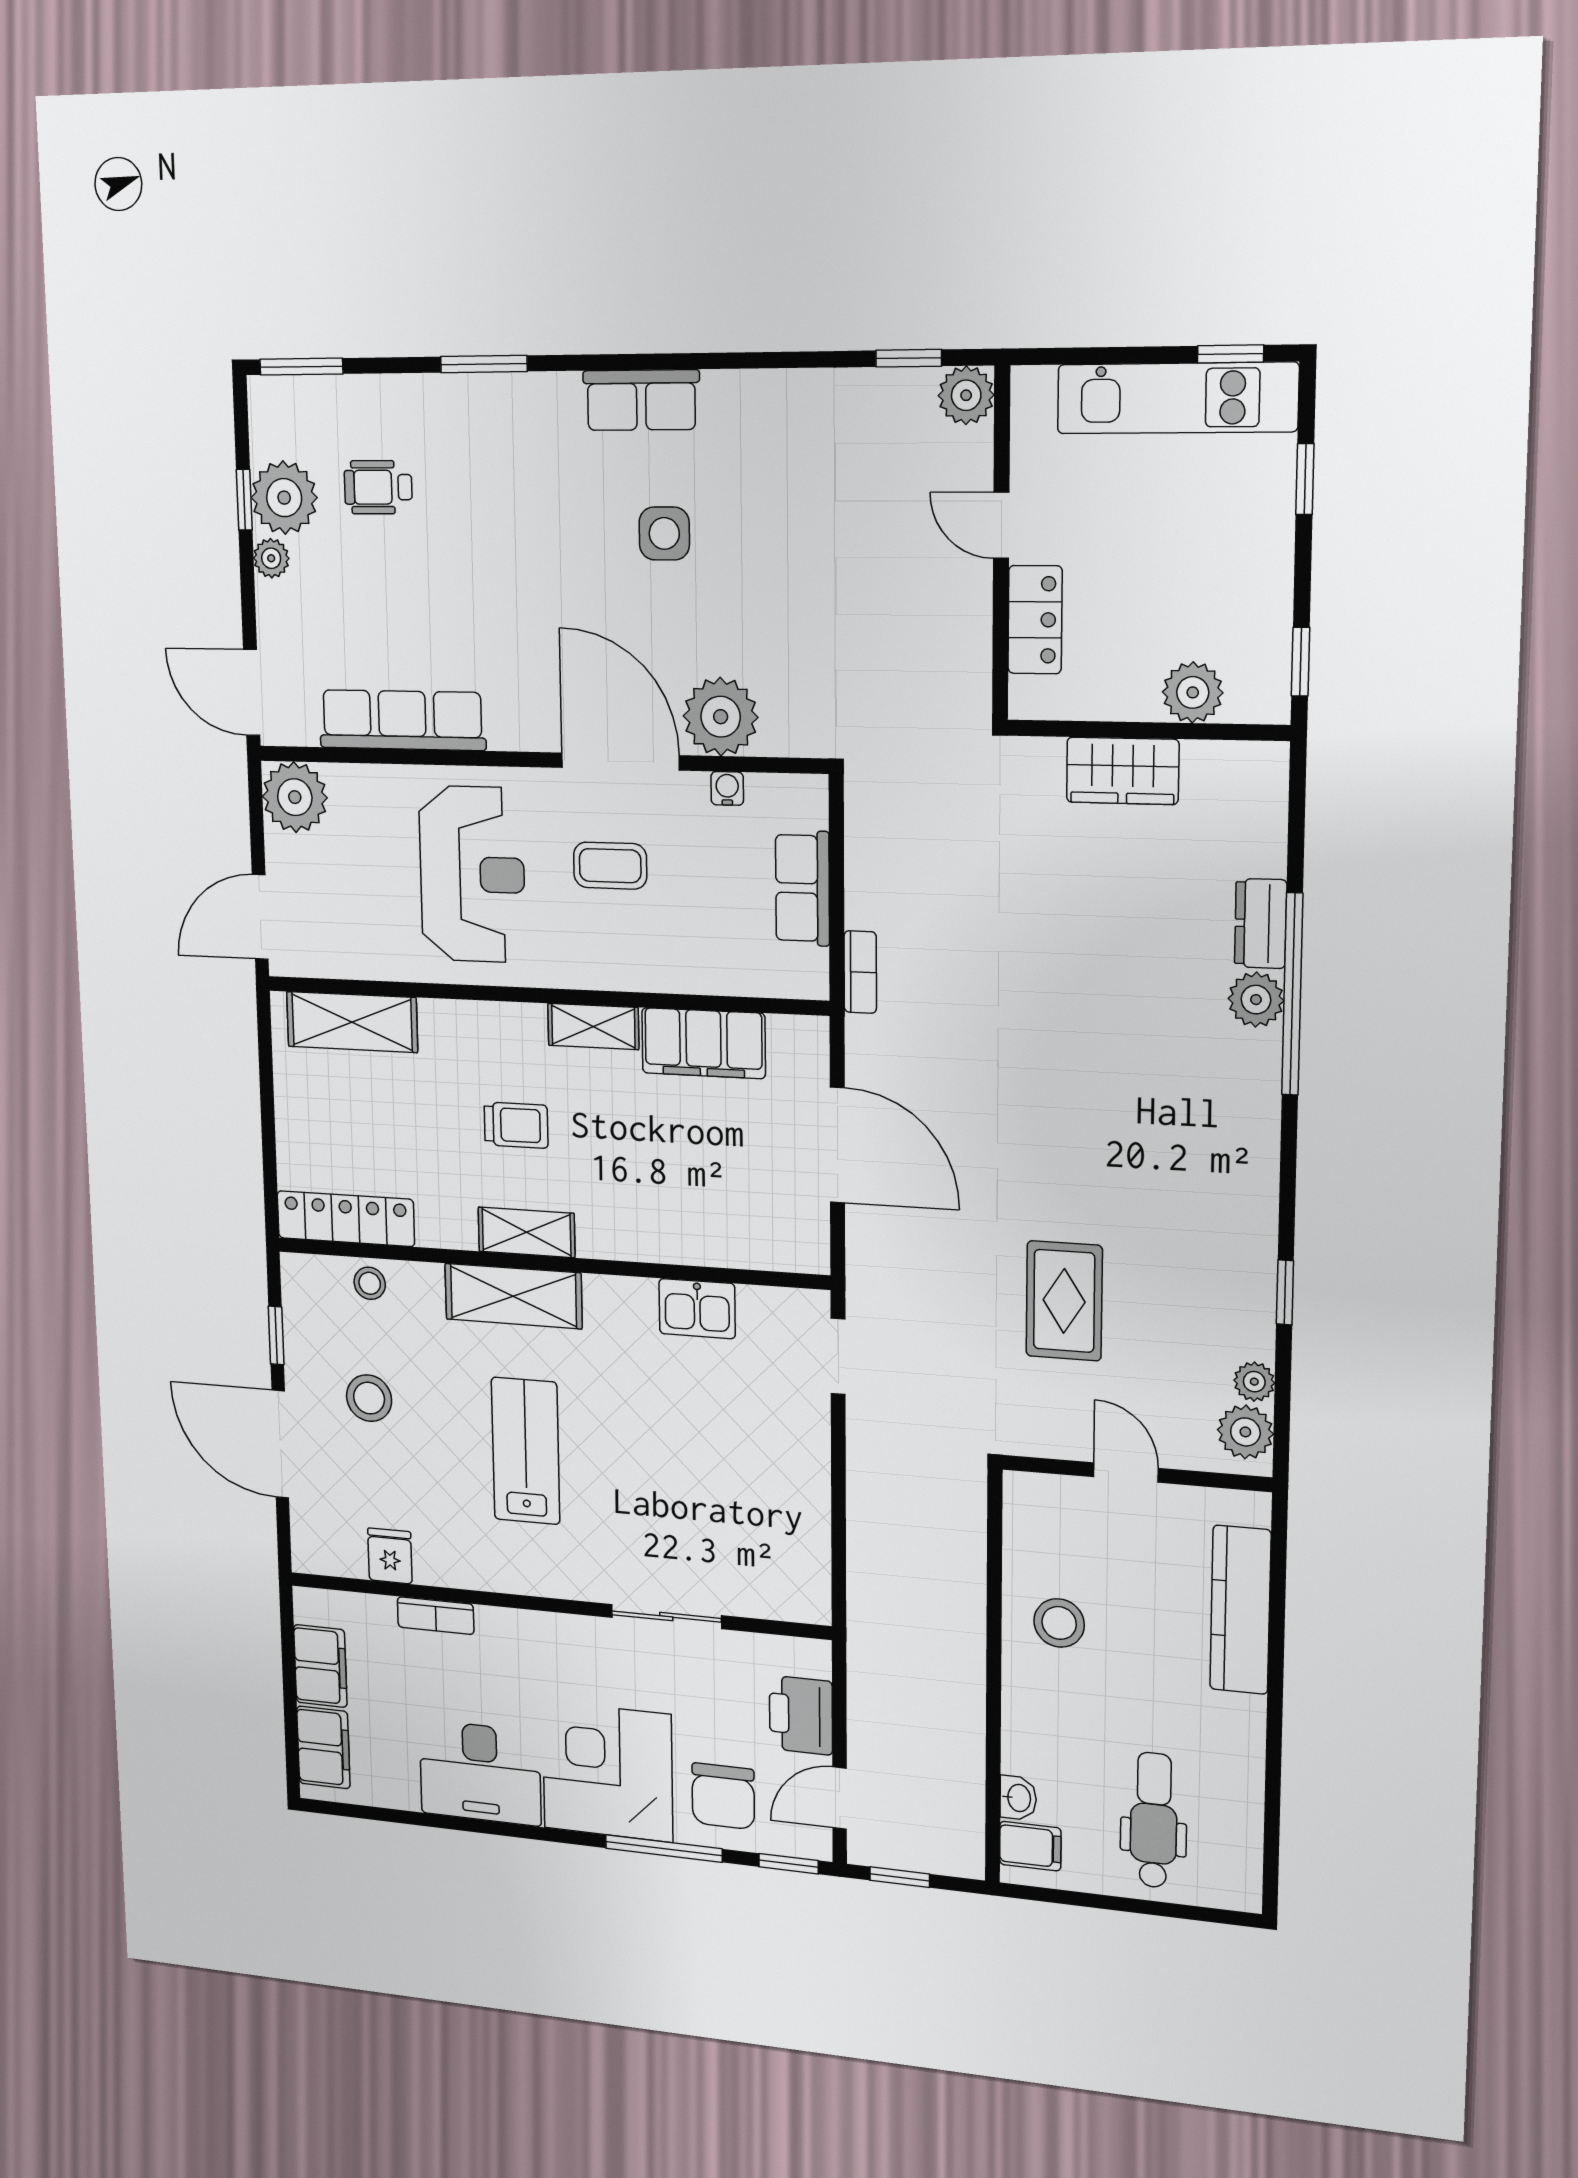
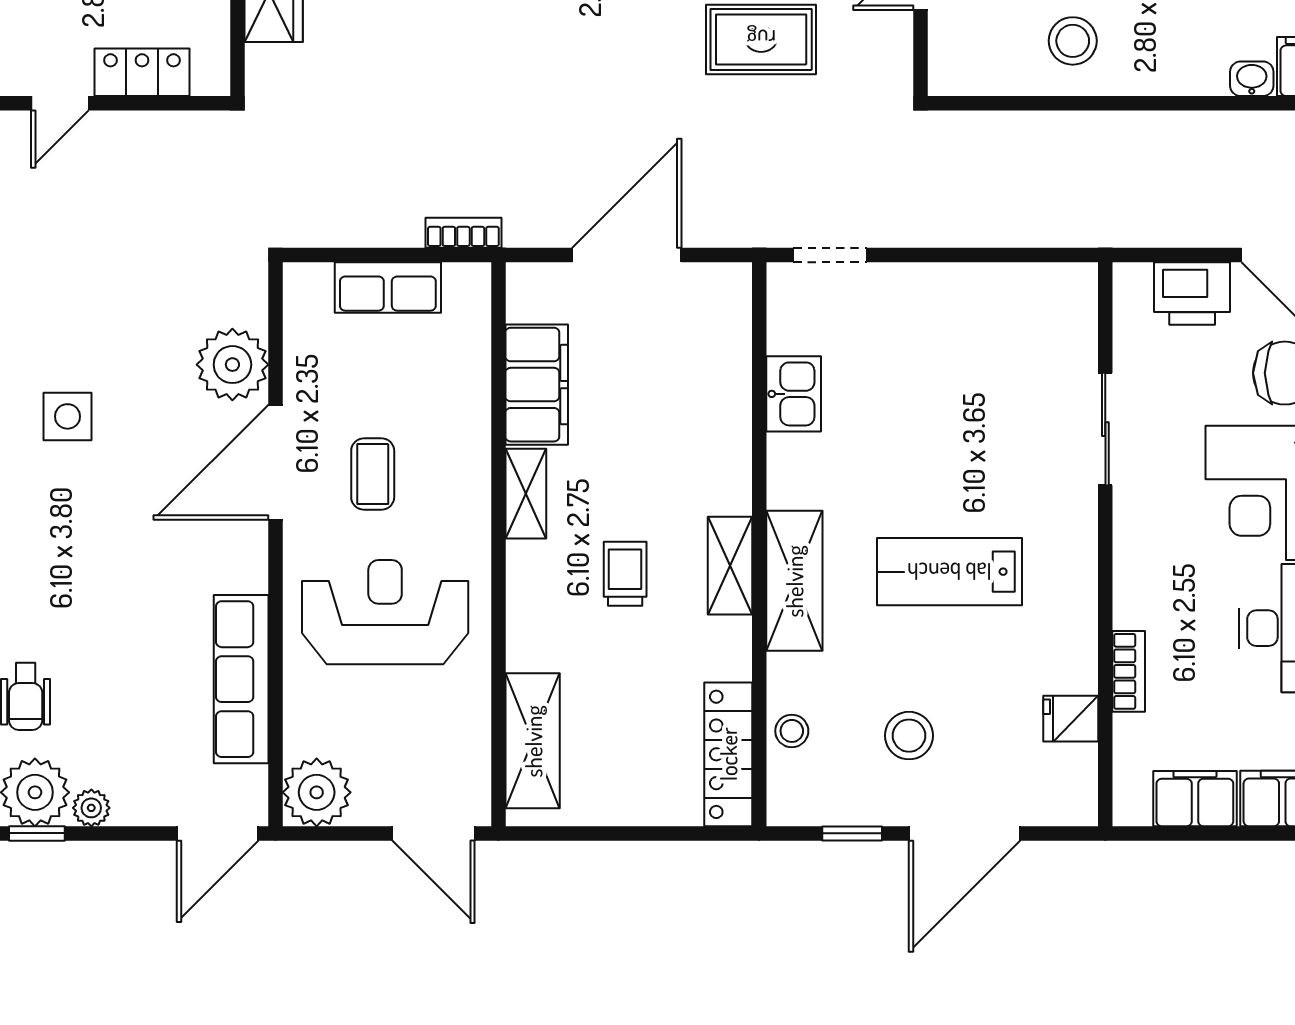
water cooler: (727, 788) -> (298, 359), removed

